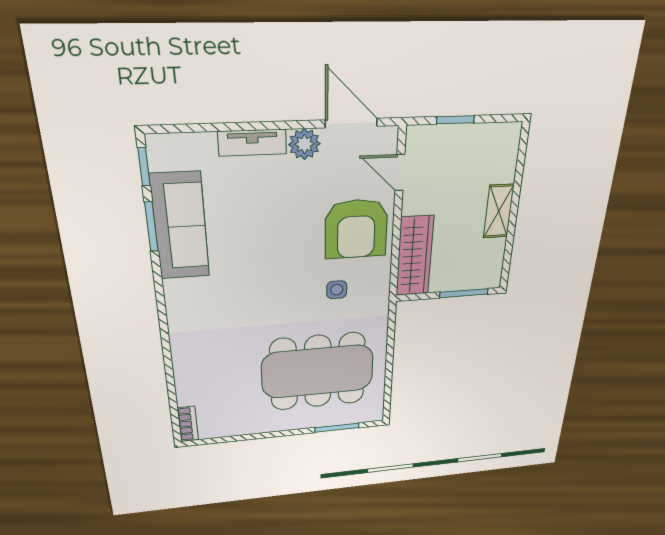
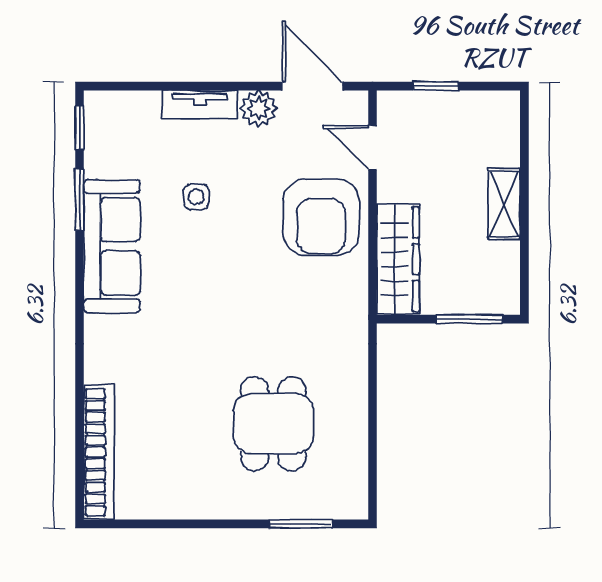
sofa: (180, 226) -> (112, 246), moved
side table: (337, 290) -> (196, 197), moved
dining table: (318, 372) -> (273, 424), width x0.53, depth x0.80
bookcase: (188, 424) -> (99, 452), width x2.31, depth x1.31

